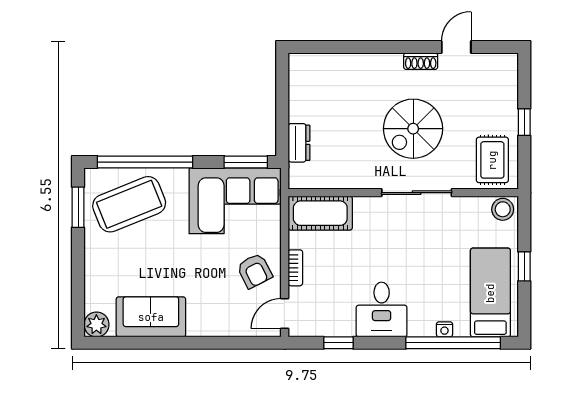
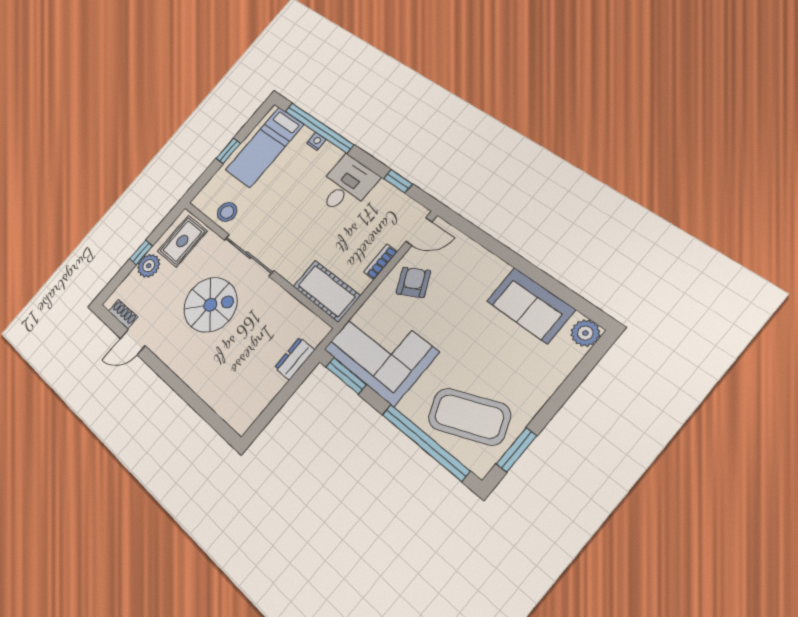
shoe rack: (421, 61) -> (123, 314), moved
plant: (505, 117) -> (149, 266), added
stool: (503, 209) -> (227, 212), moved

